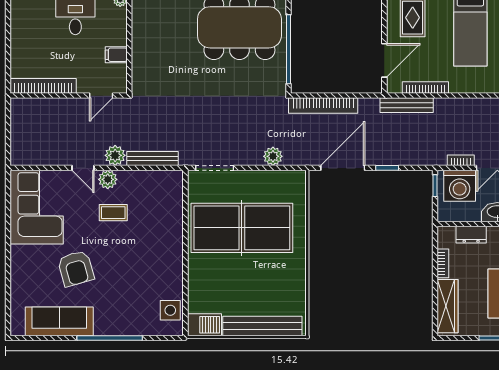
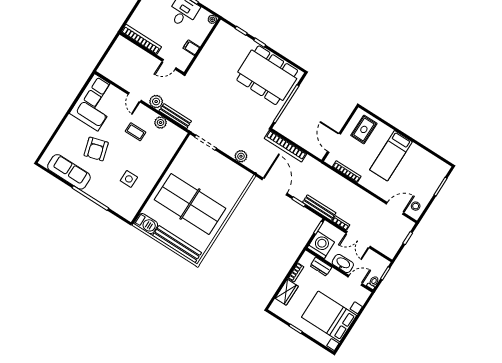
door: (384, 60) -> (334, 143), swing flipped
bench: (407, 105) -> (319, 208), moved
door: (343, 168) -> (275, 187), hinge flipped
plant: (108, 179) -> (161, 123), moved
washing machine: (460, 186) -> (321, 245), moved, turned 180
table tennis table: (242, 228) -> (190, 204), moved
wardrobe: (448, 306) -> (287, 292), width x0.67
side table: (170, 310) -> (129, 179), moved

